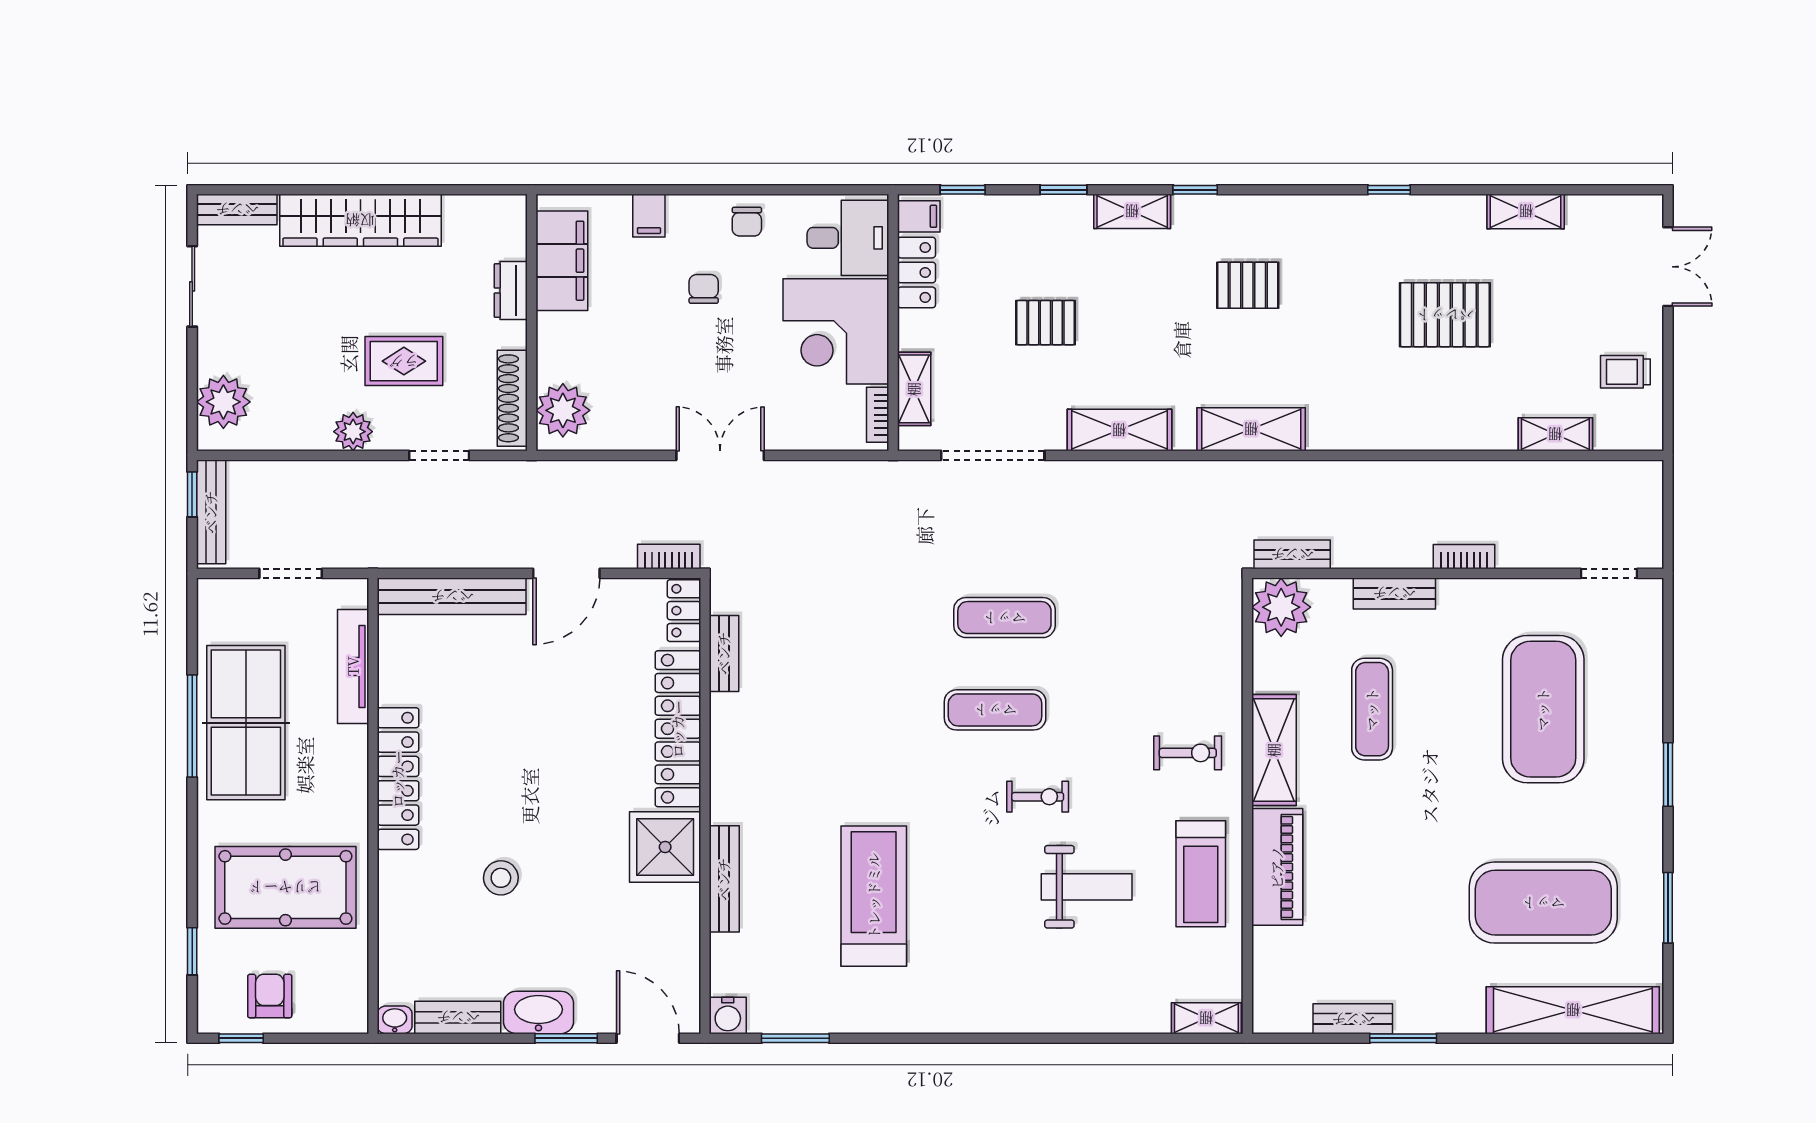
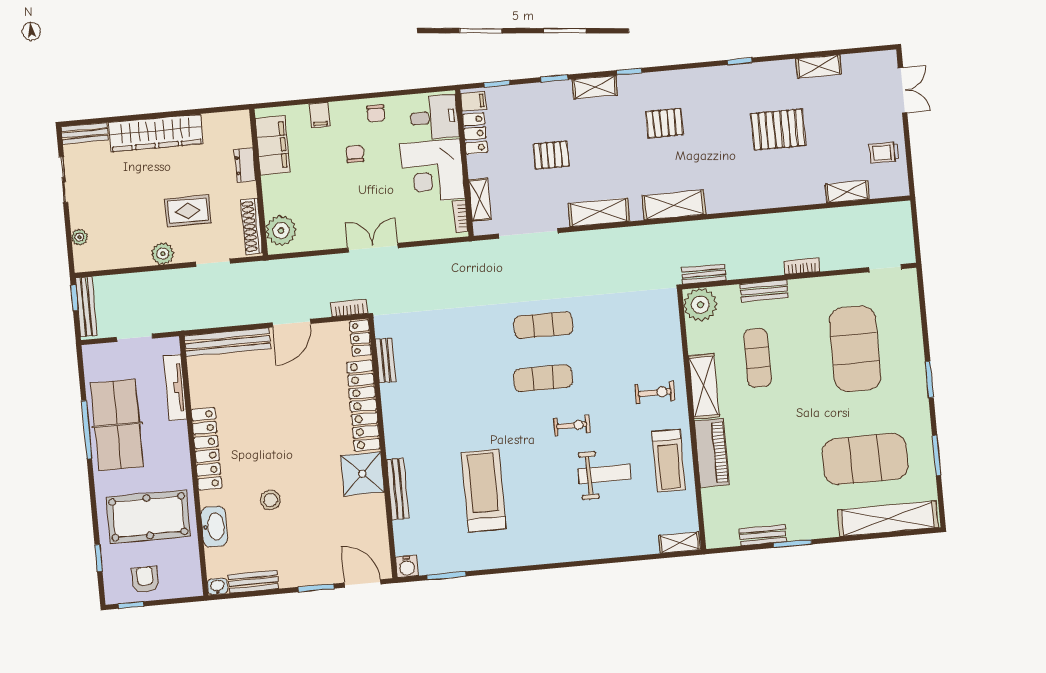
plant: (223, 402) -> (79, 237), width x0.53, depth x0.53
washbasin: (538, 1012) -> (214, 527), moved, turned 90

